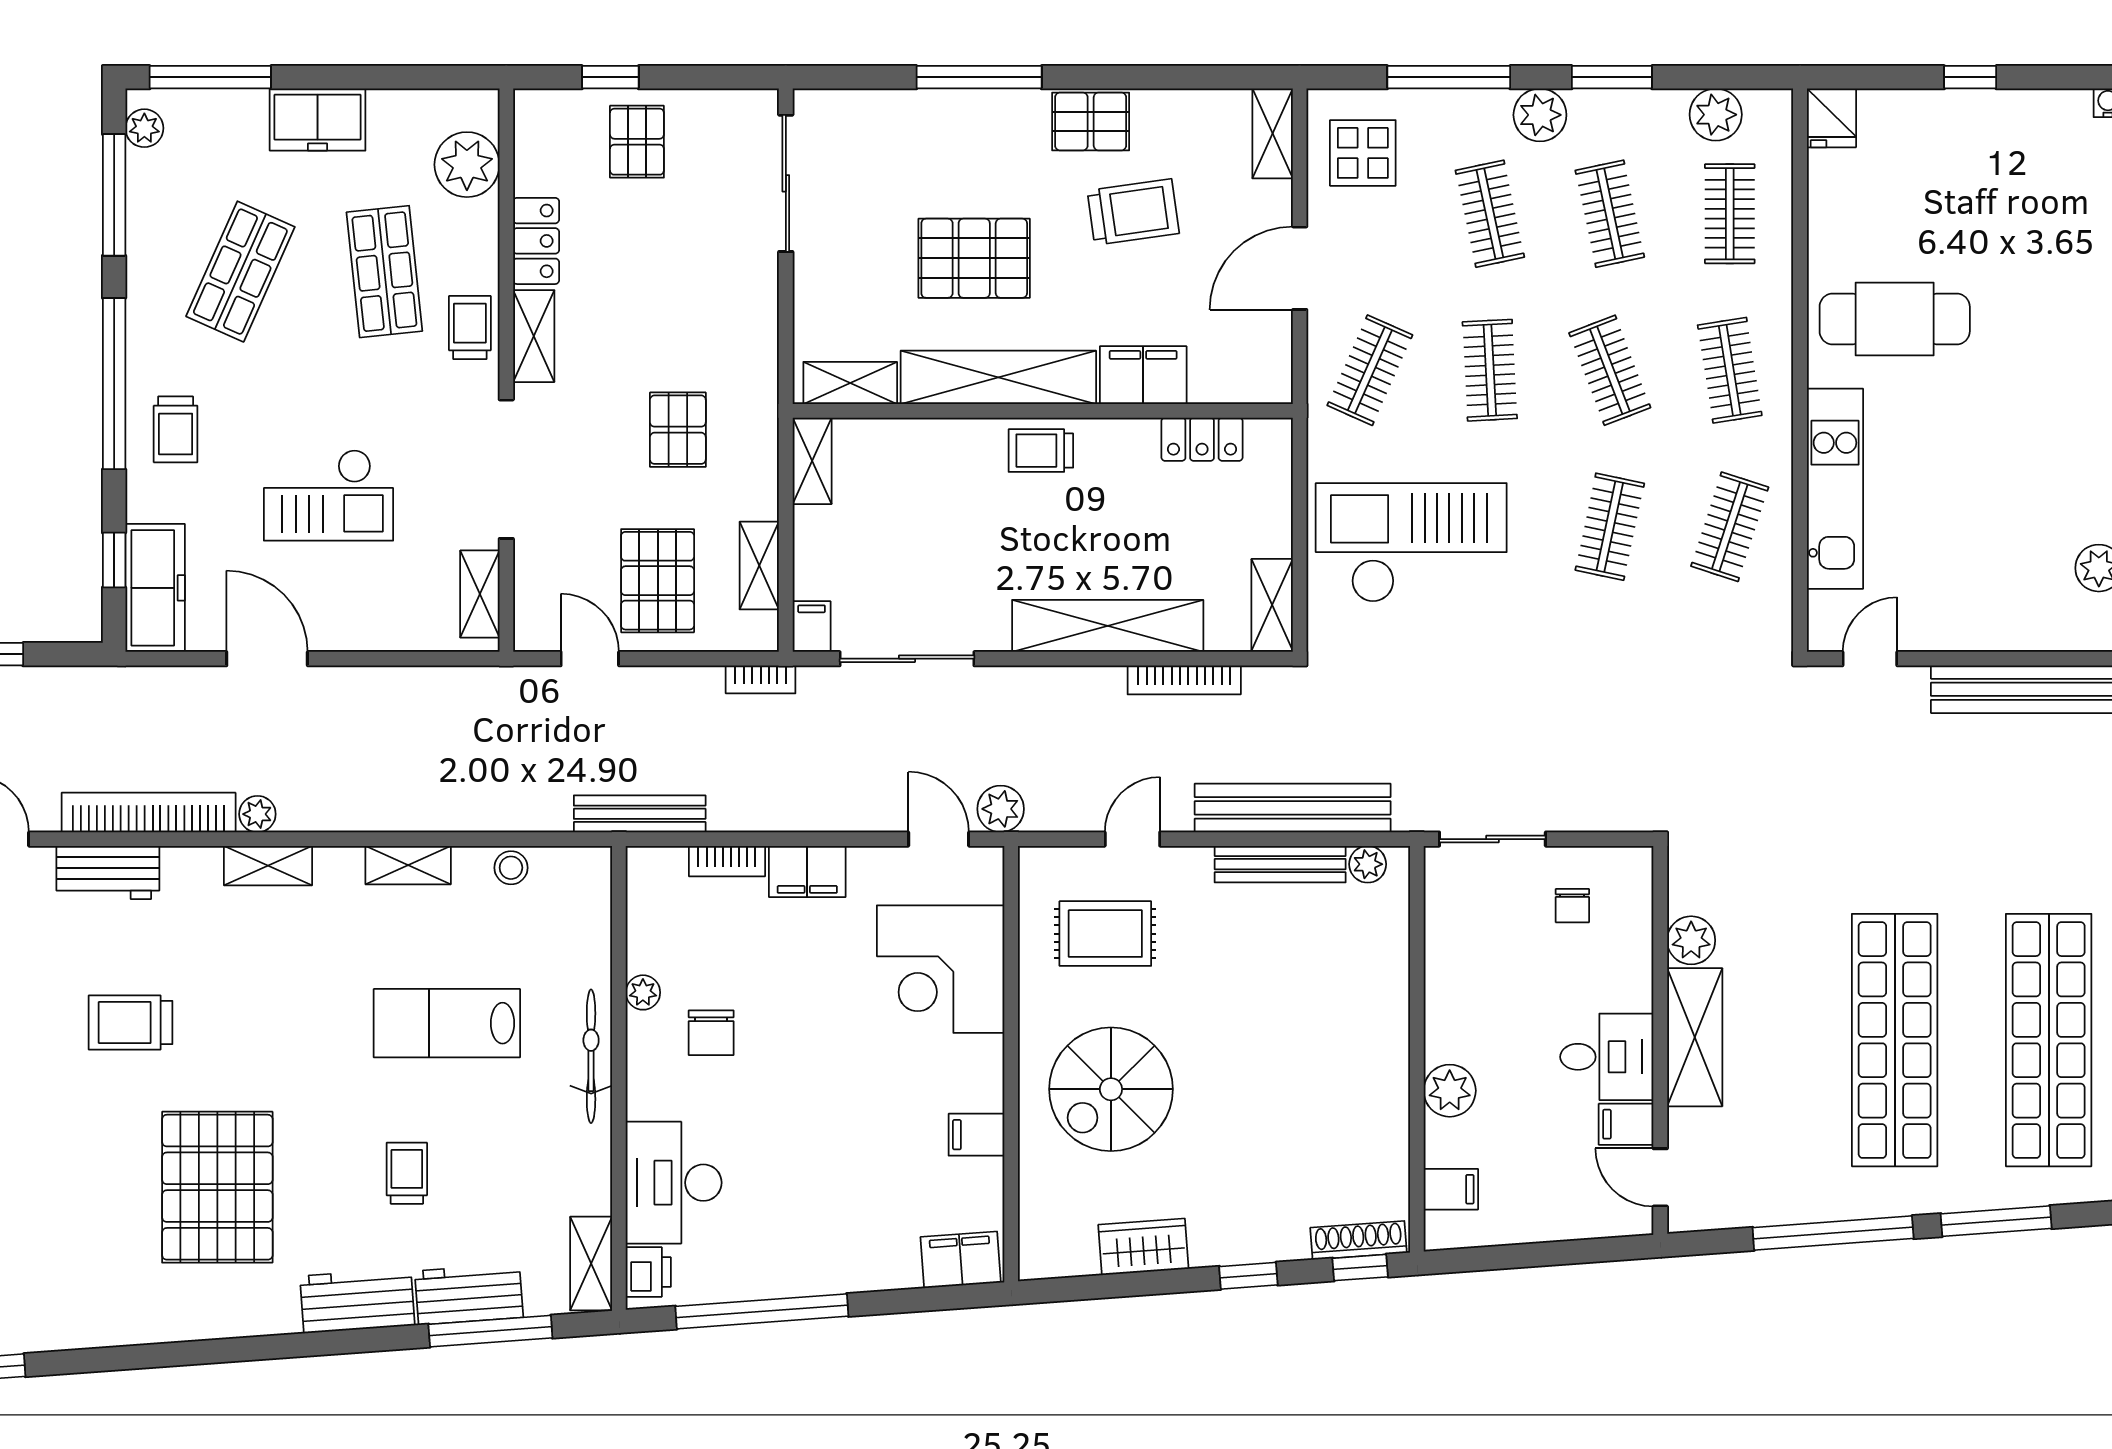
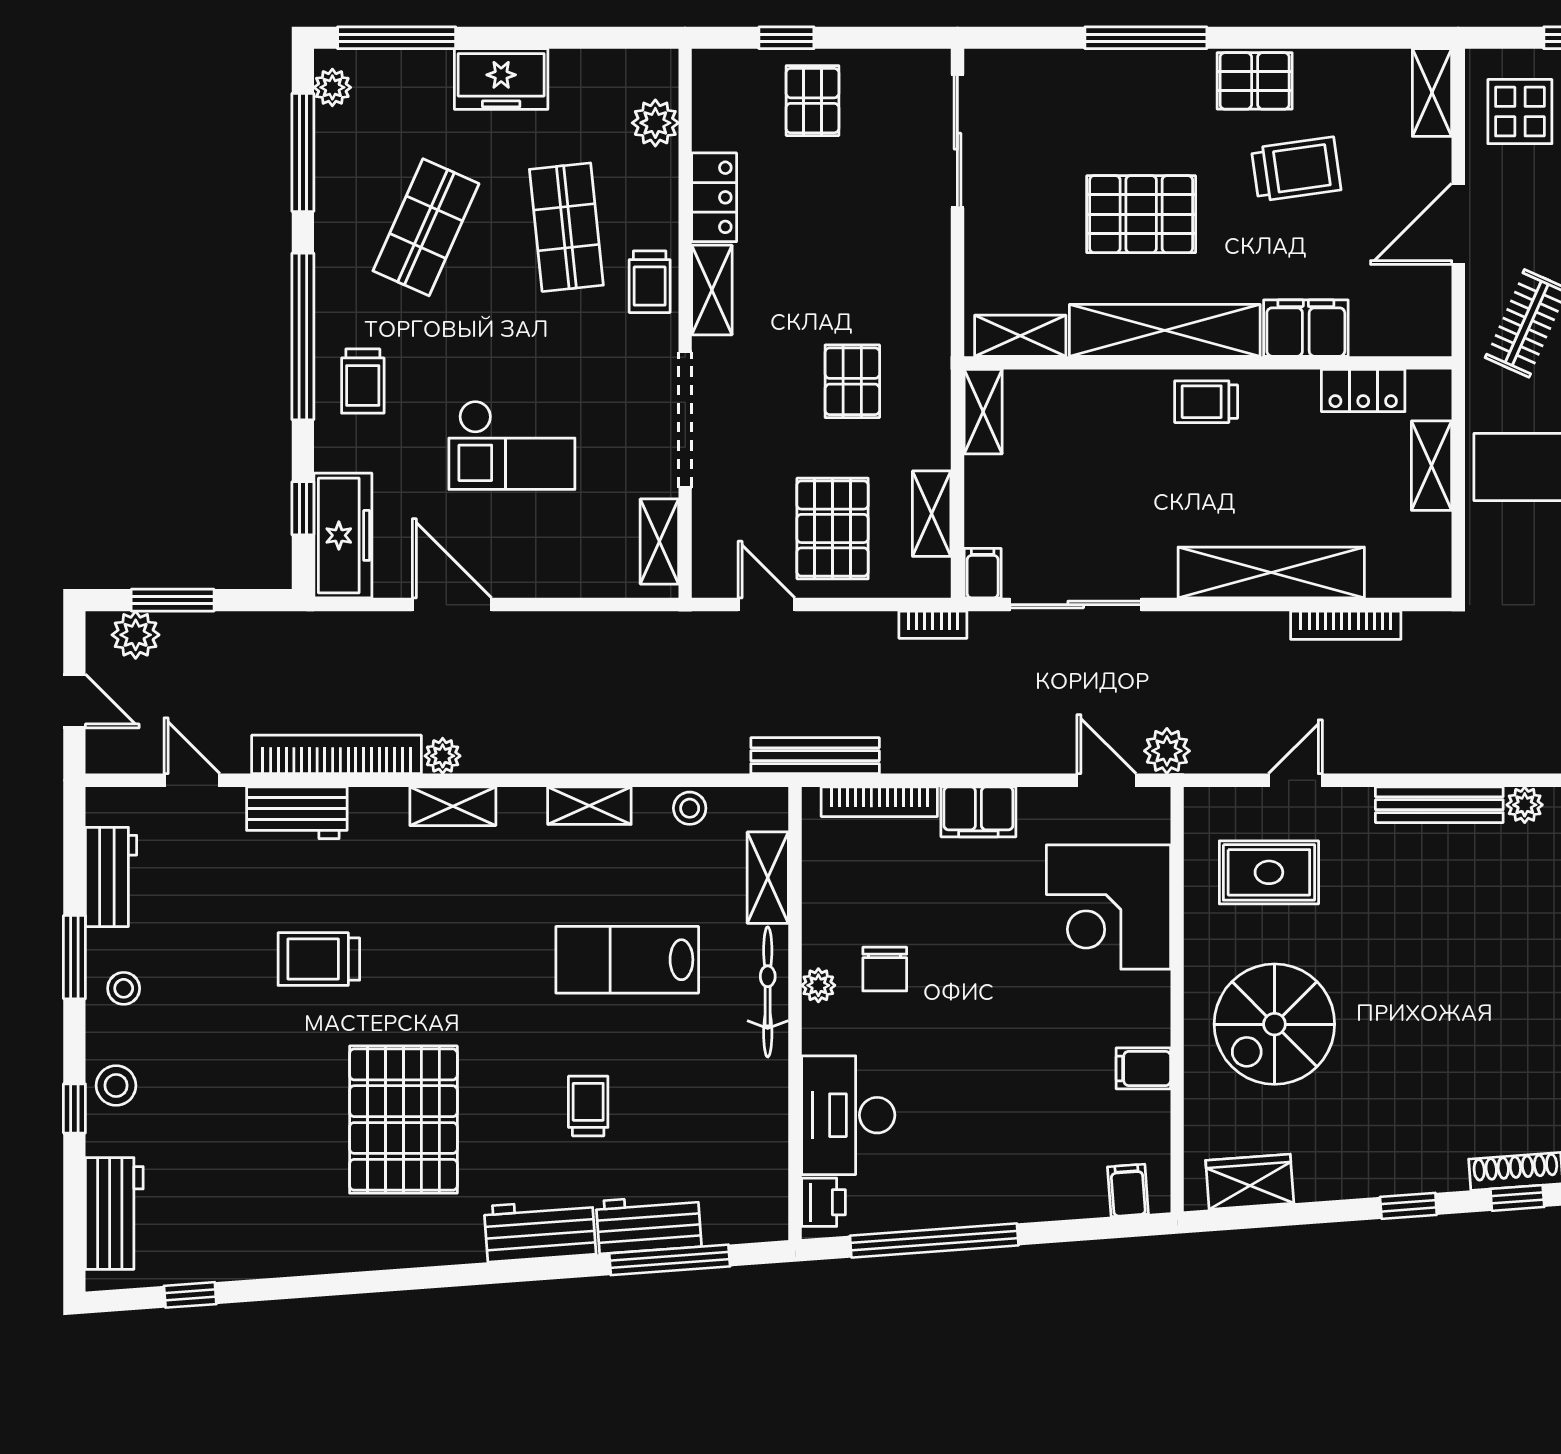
plant: (467, 165) -> (655, 123), width x0.73, depth x0.73
trolley: (470, 328) -> (650, 282), turned 180
shelving: (1272, 605) -> (1432, 466), moved
bench: (1293, 808) -> (1451, 750), removed
bookcase: (727, 861) -> (879, 802), width x1.56
plant: (643, 992) -> (818, 985), moved
wardrobe: (1143, 1247) -> (1250, 1182), moved
filing cabinet: (961, 1260) -> (1128, 1190), width x0.50
shelving: (591, 1264) -> (768, 878), moved

